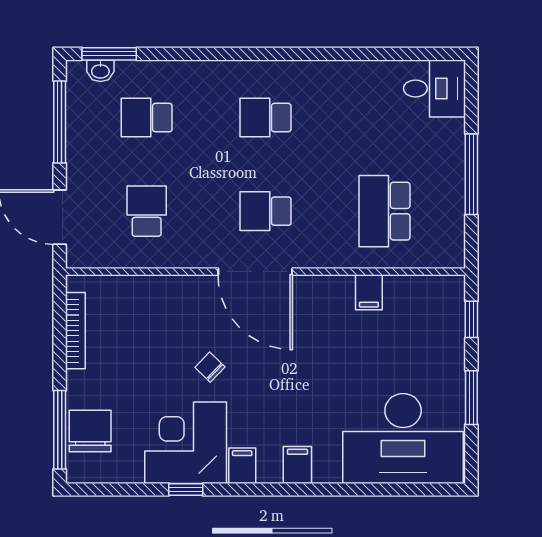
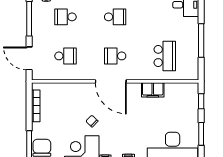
school desk: (266, 118) -> (115, 17), turned 180
school desk: (147, 211) -> (65, 56), turned 90
school desk: (384, 211) -> (165, 56), turned 180
filing cabinet: (369, 292) -> (153, 90), width x2.00

